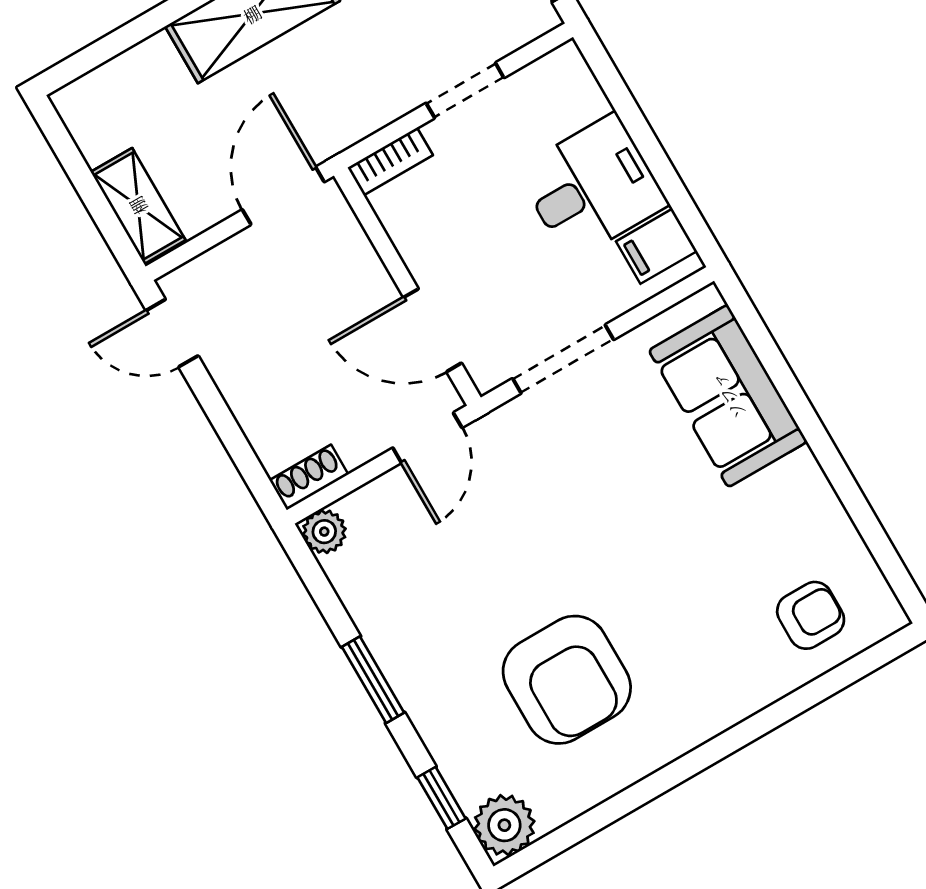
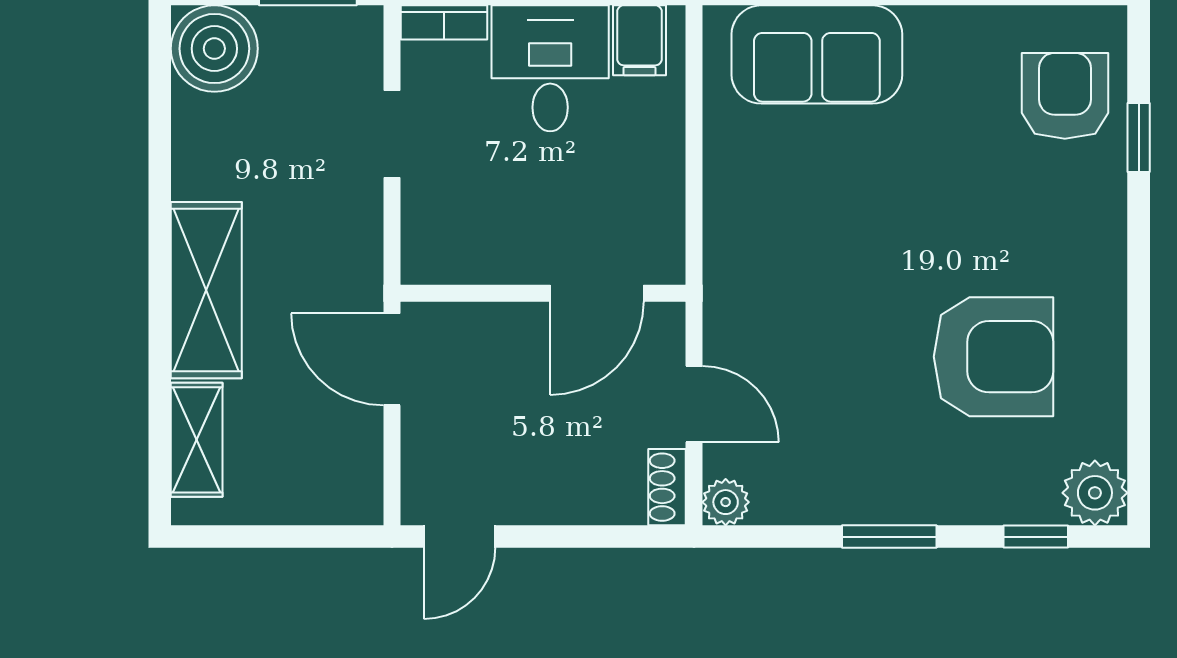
bookcase: (390, 161) -> (444, 22), moved, turned 90
shelving: (138, 206) -> (197, 440), moved, turned 90
doorway: (563, 359) -> (694, 188), removed
door: (427, 438) -> (694, 404), moved
armchair: (811, 615) -> (1065, 96), width x1.38, depth x1.38
window: (811, 694) -> (1139, 137), added

